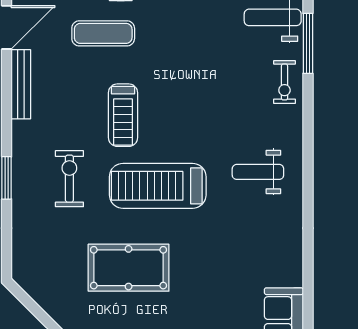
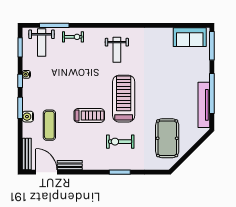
bench: (21, 84) -> (70, 165), width x0.73
treadmill: (158, 186) -> (124, 99), turned 180
pool table: (129, 268) -> (167, 138), moved

